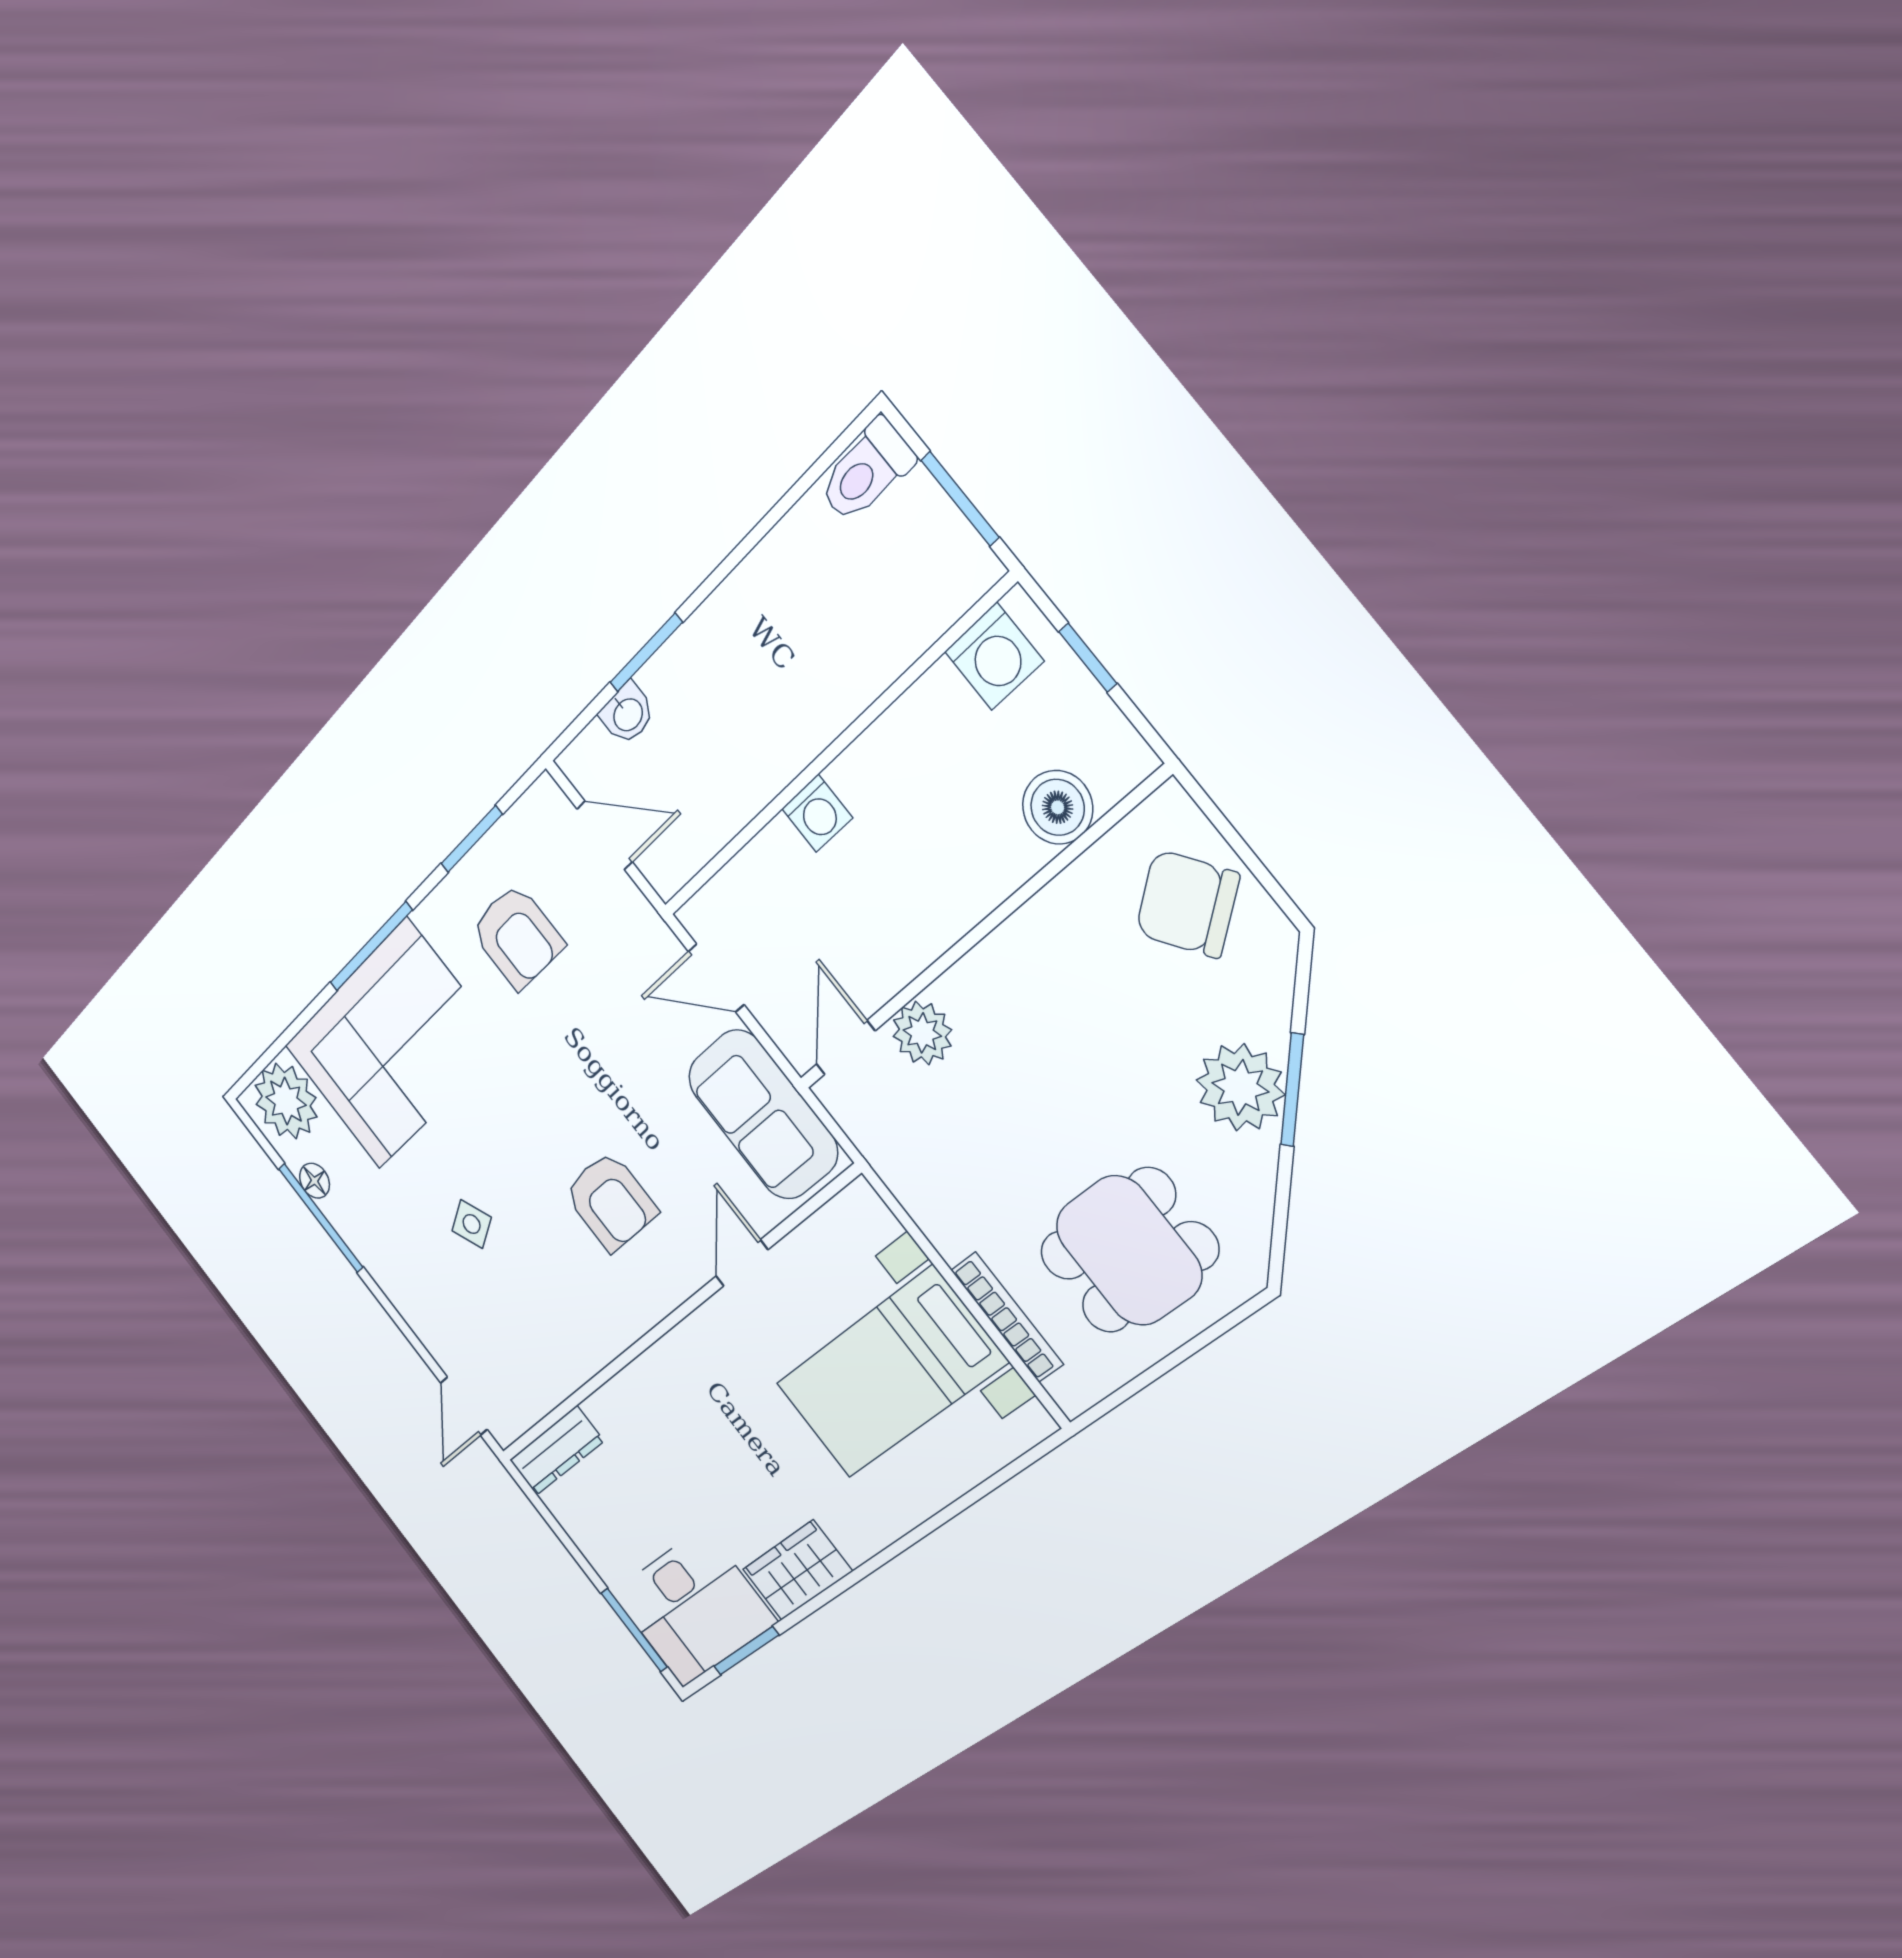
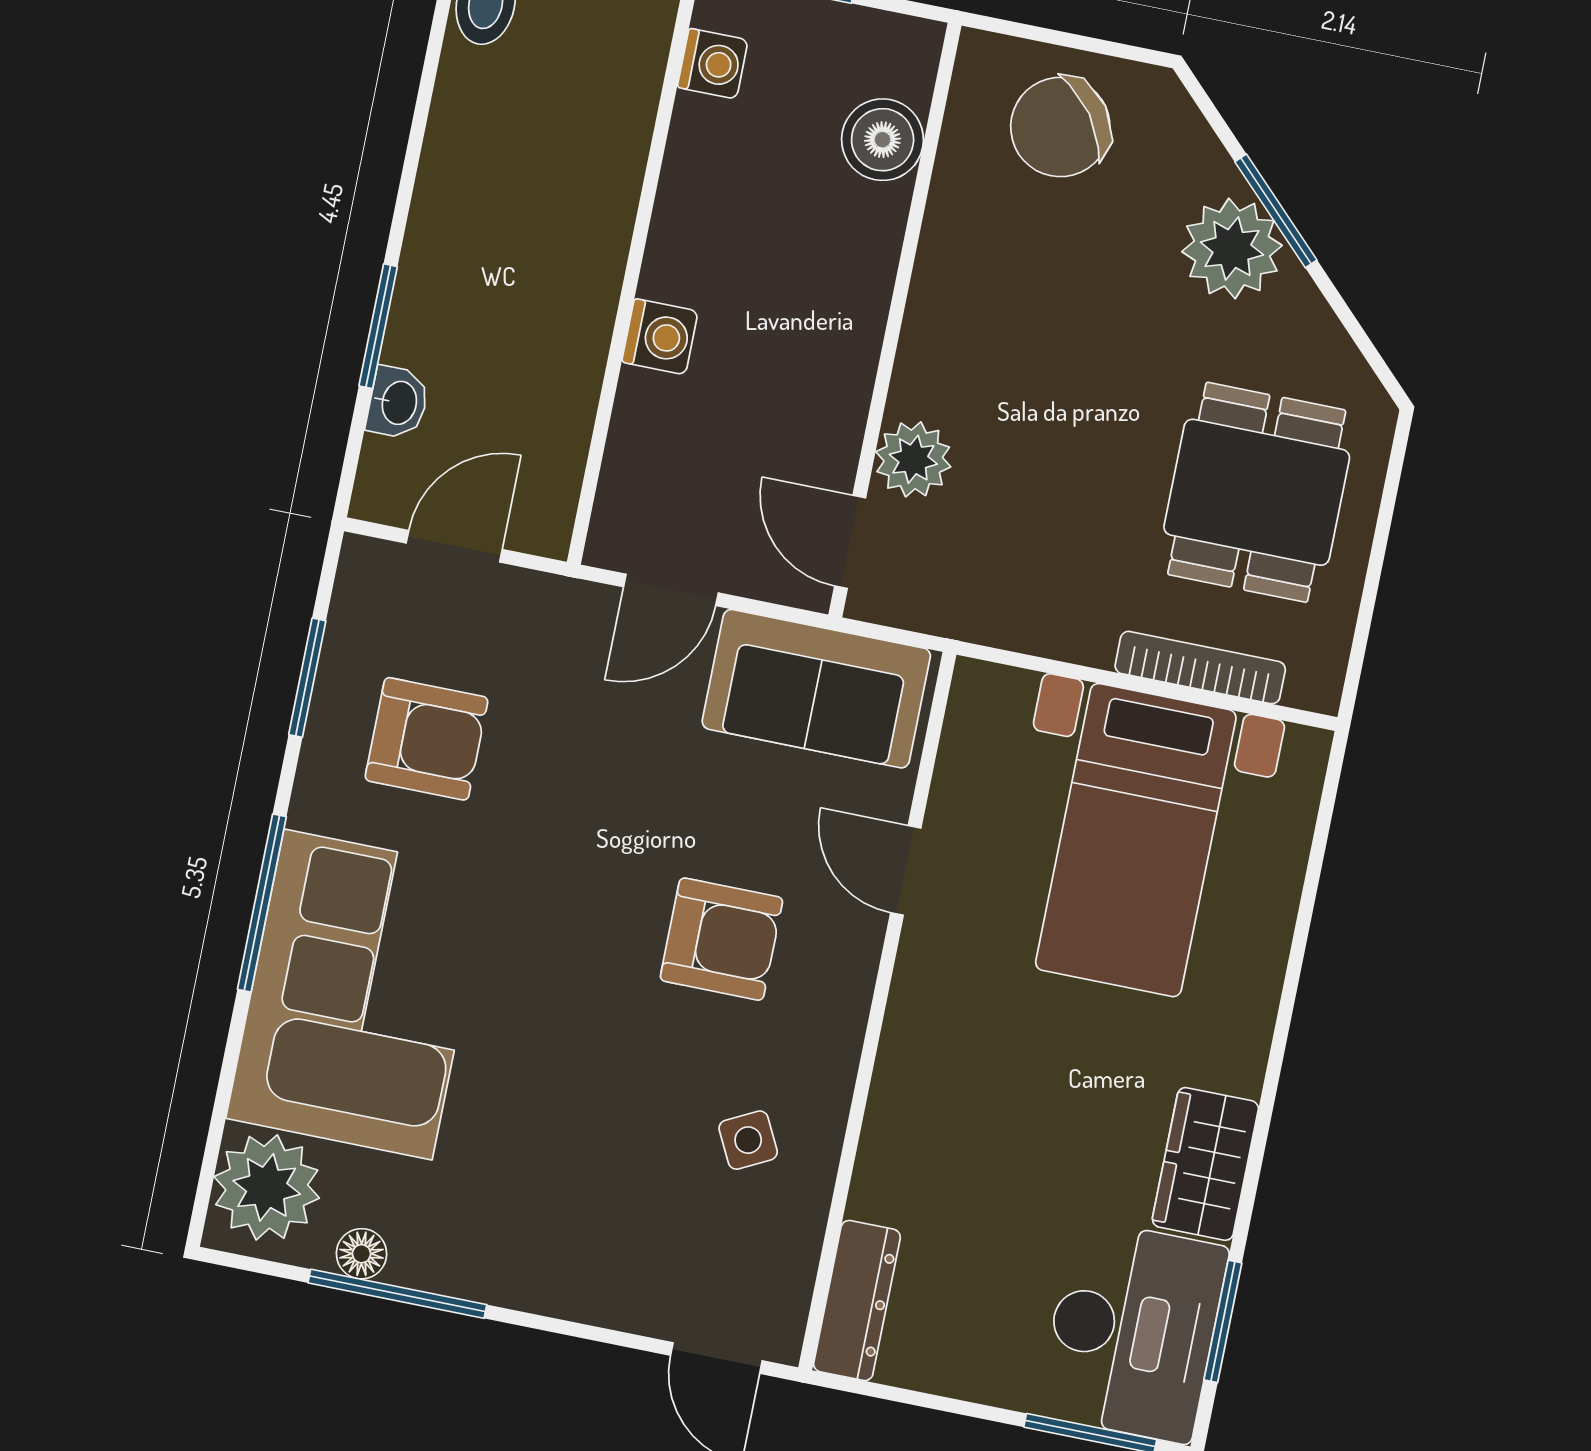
washing machine: (994, 656) -> (713, 64), width x0.73, depth x0.73
side table: (472, 1224) -> (748, 1140), moved

